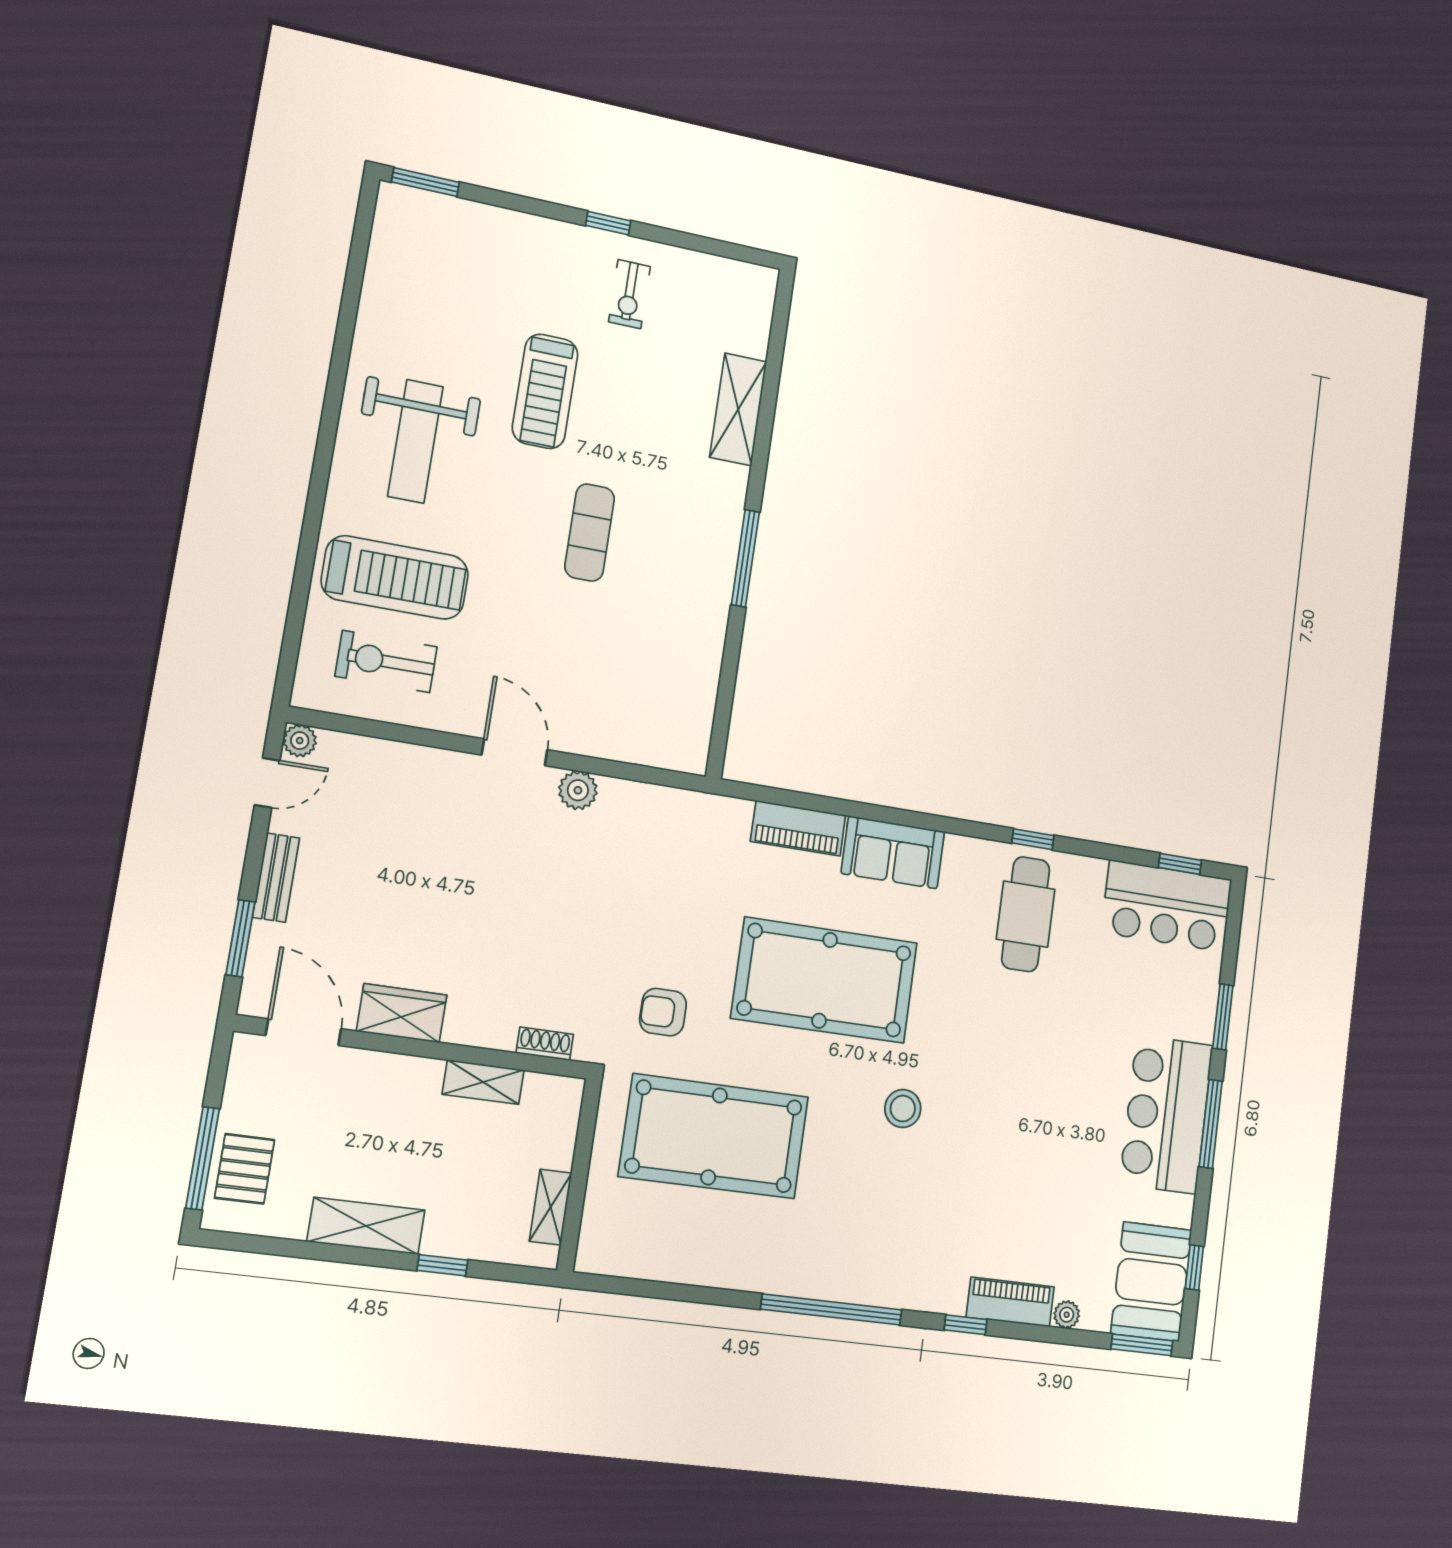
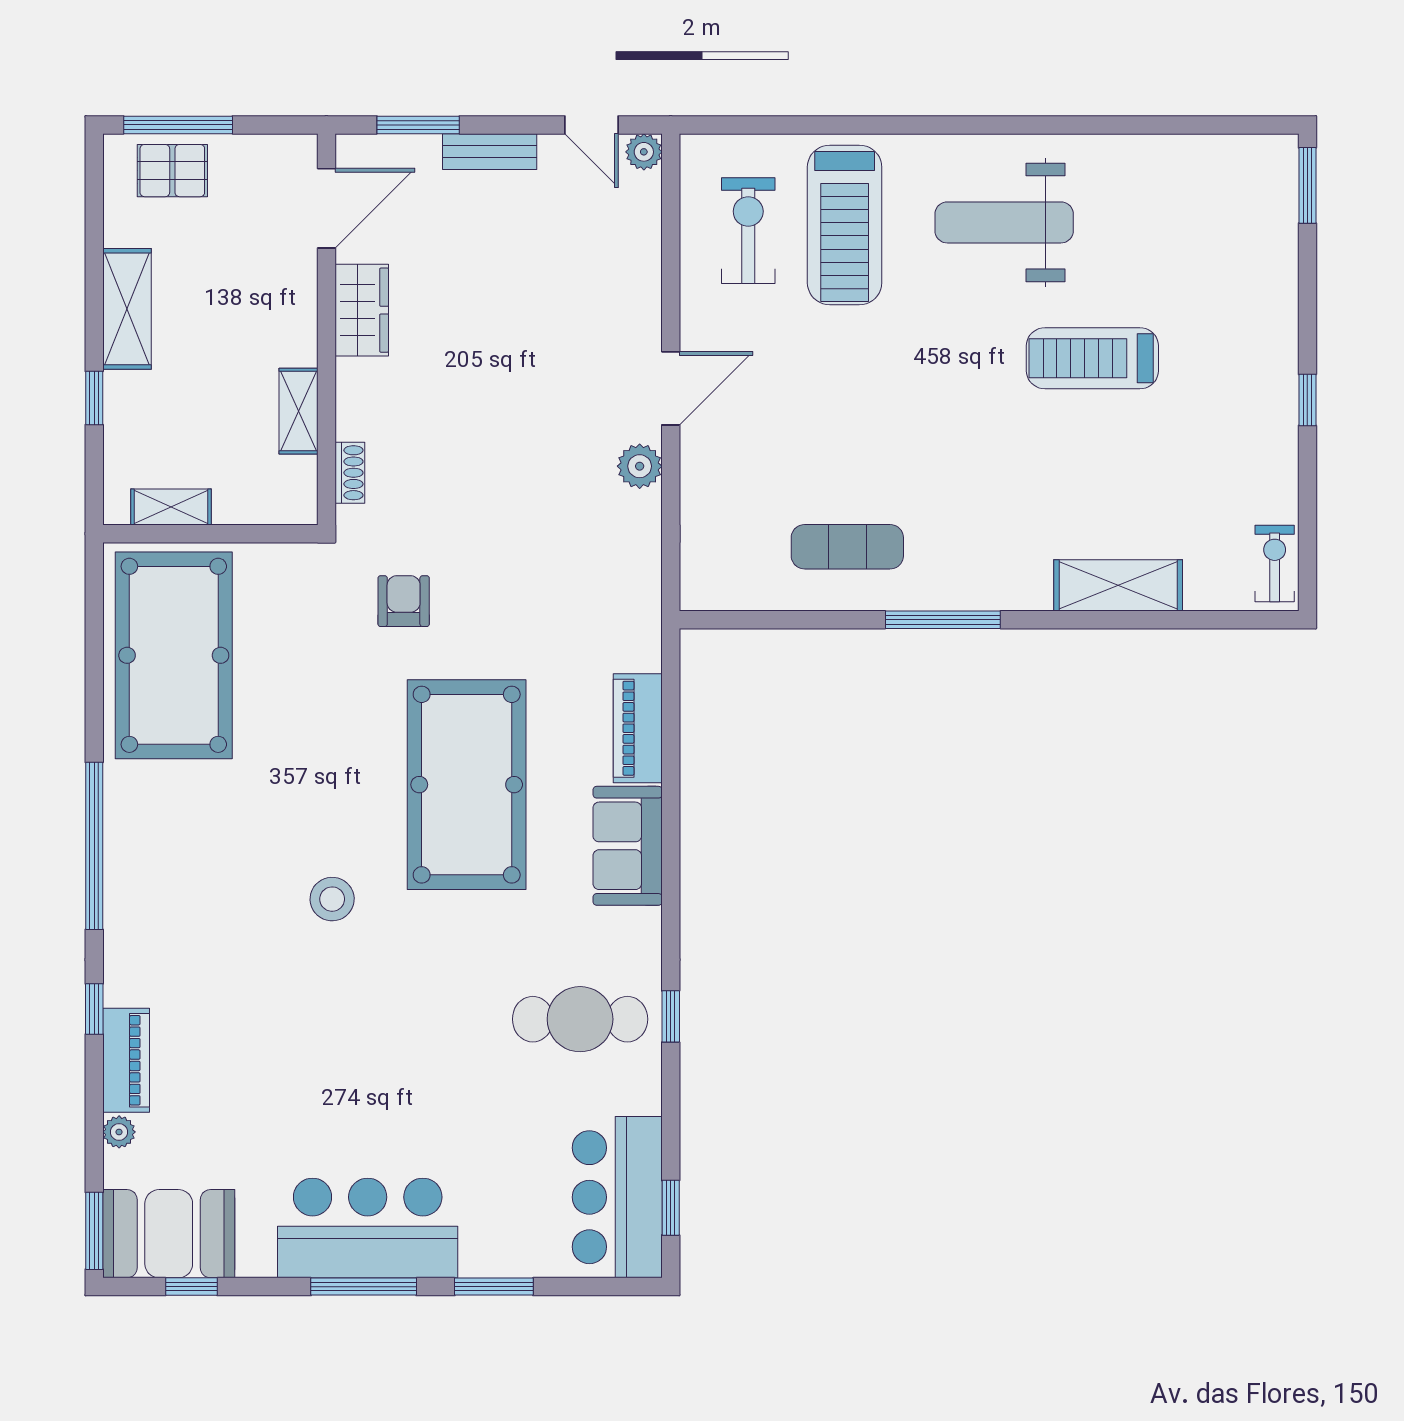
exercise bike: (629, 294) -> (1275, 564), moved, turned 90
exercise mat: (590, 532) -> (847, 547), moved
pool table: (714, 1136) -> (174, 655), moved

